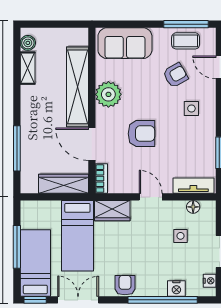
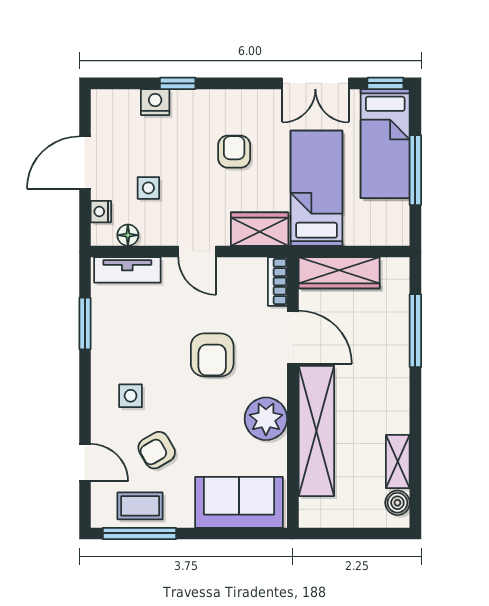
armchair: (141, 134) -> (212, 355), turned -90
nightstand: (210, 281) -> (101, 212), moved
armchair: (125, 285) -> (234, 152), moved, turned 180
window: (163, 300) -> (178, 83), width x0.32

